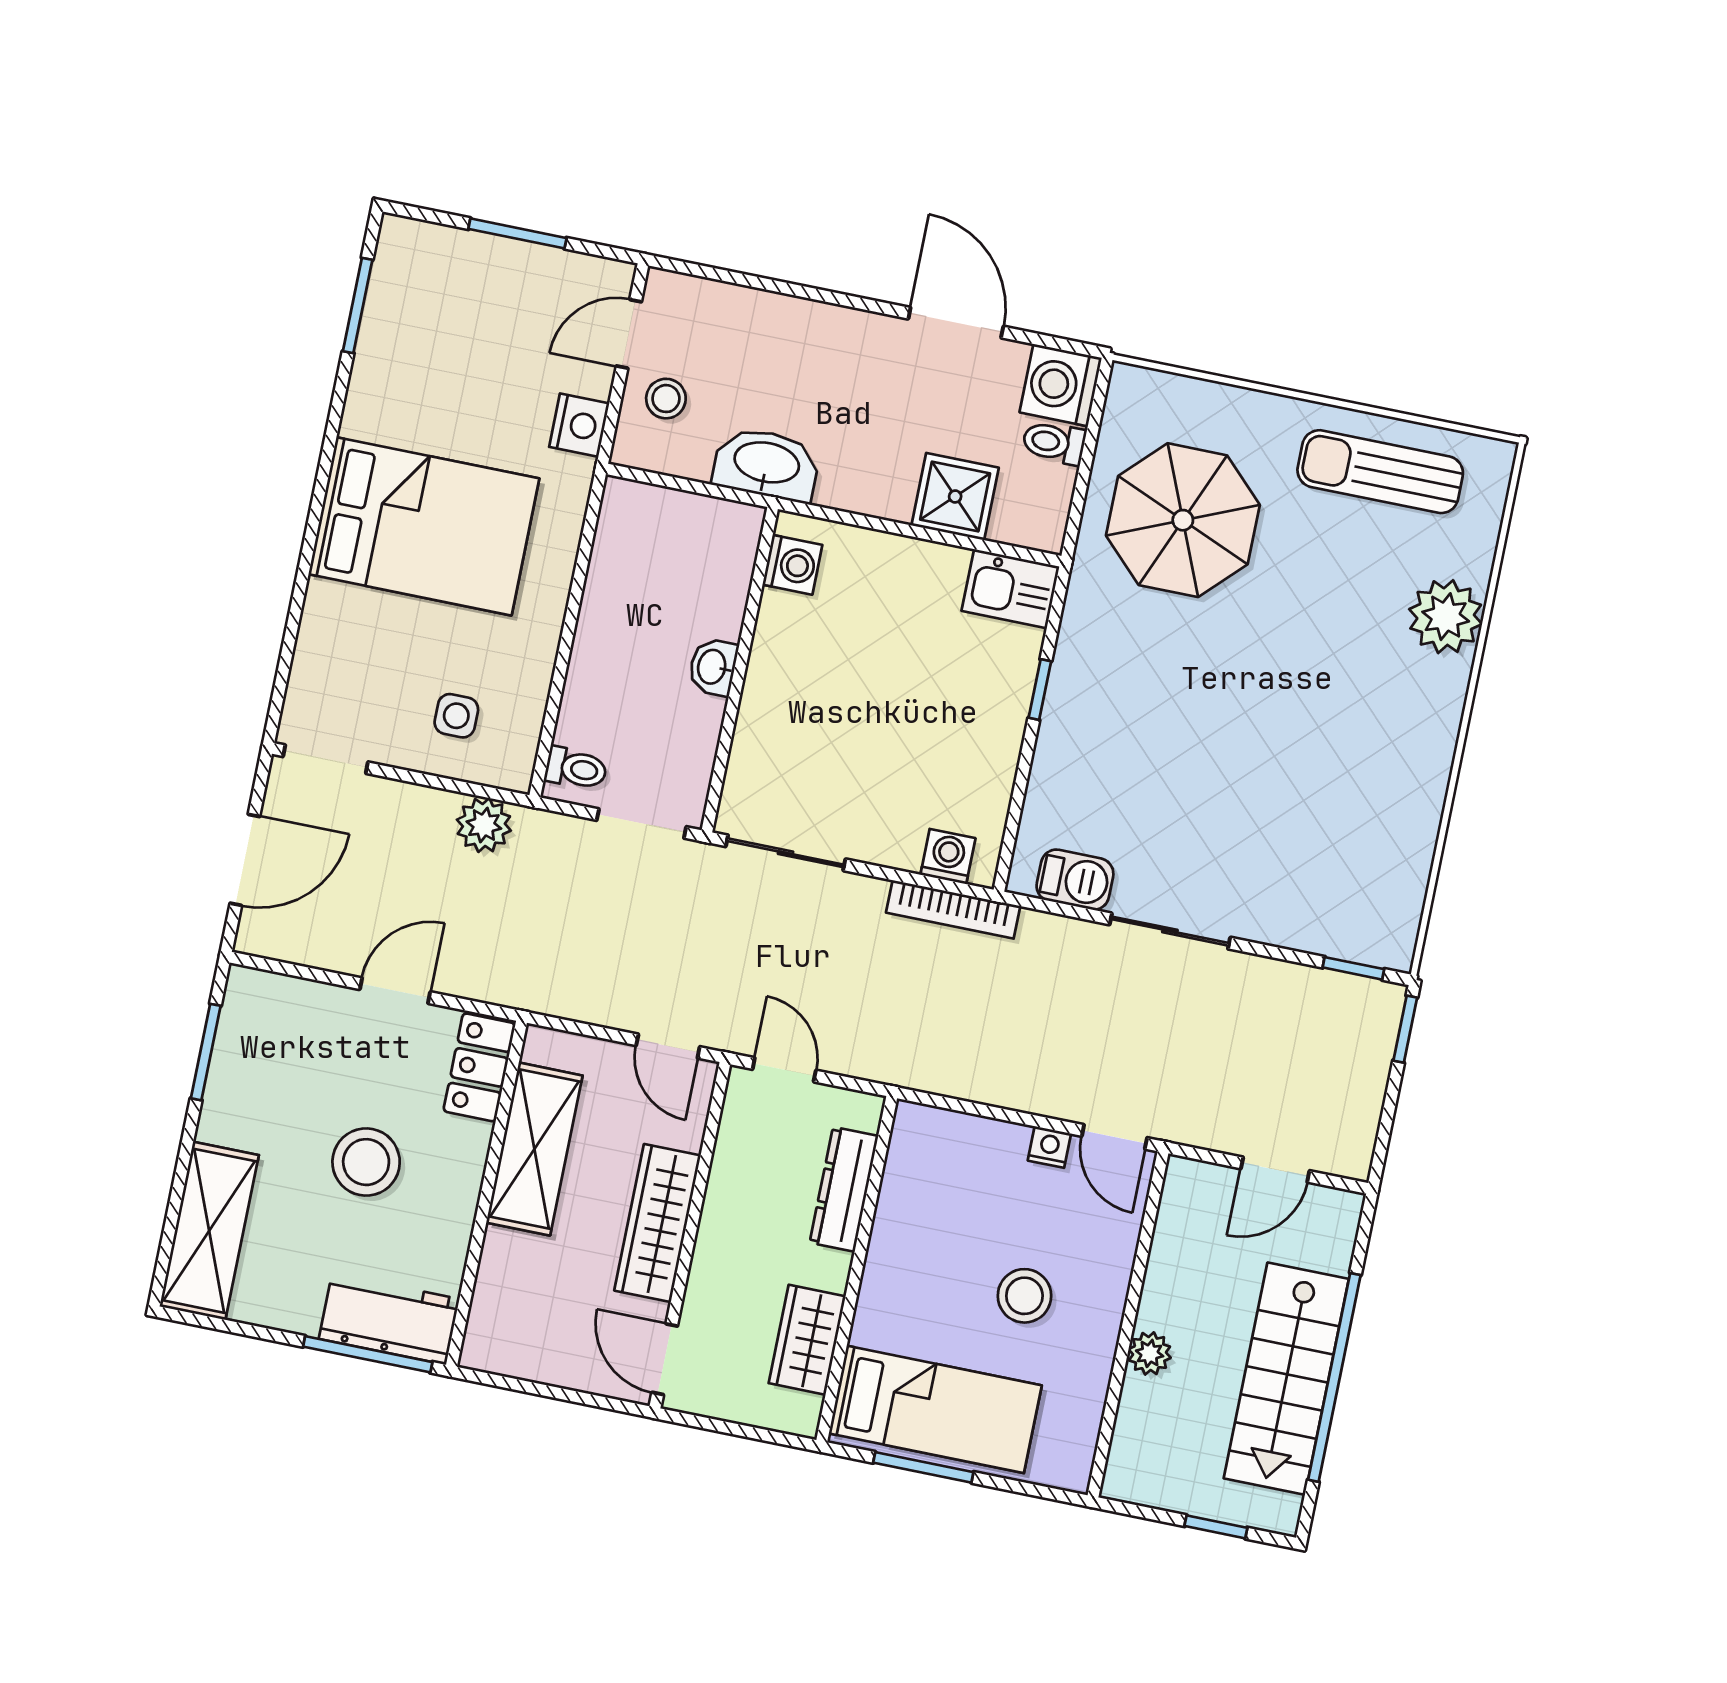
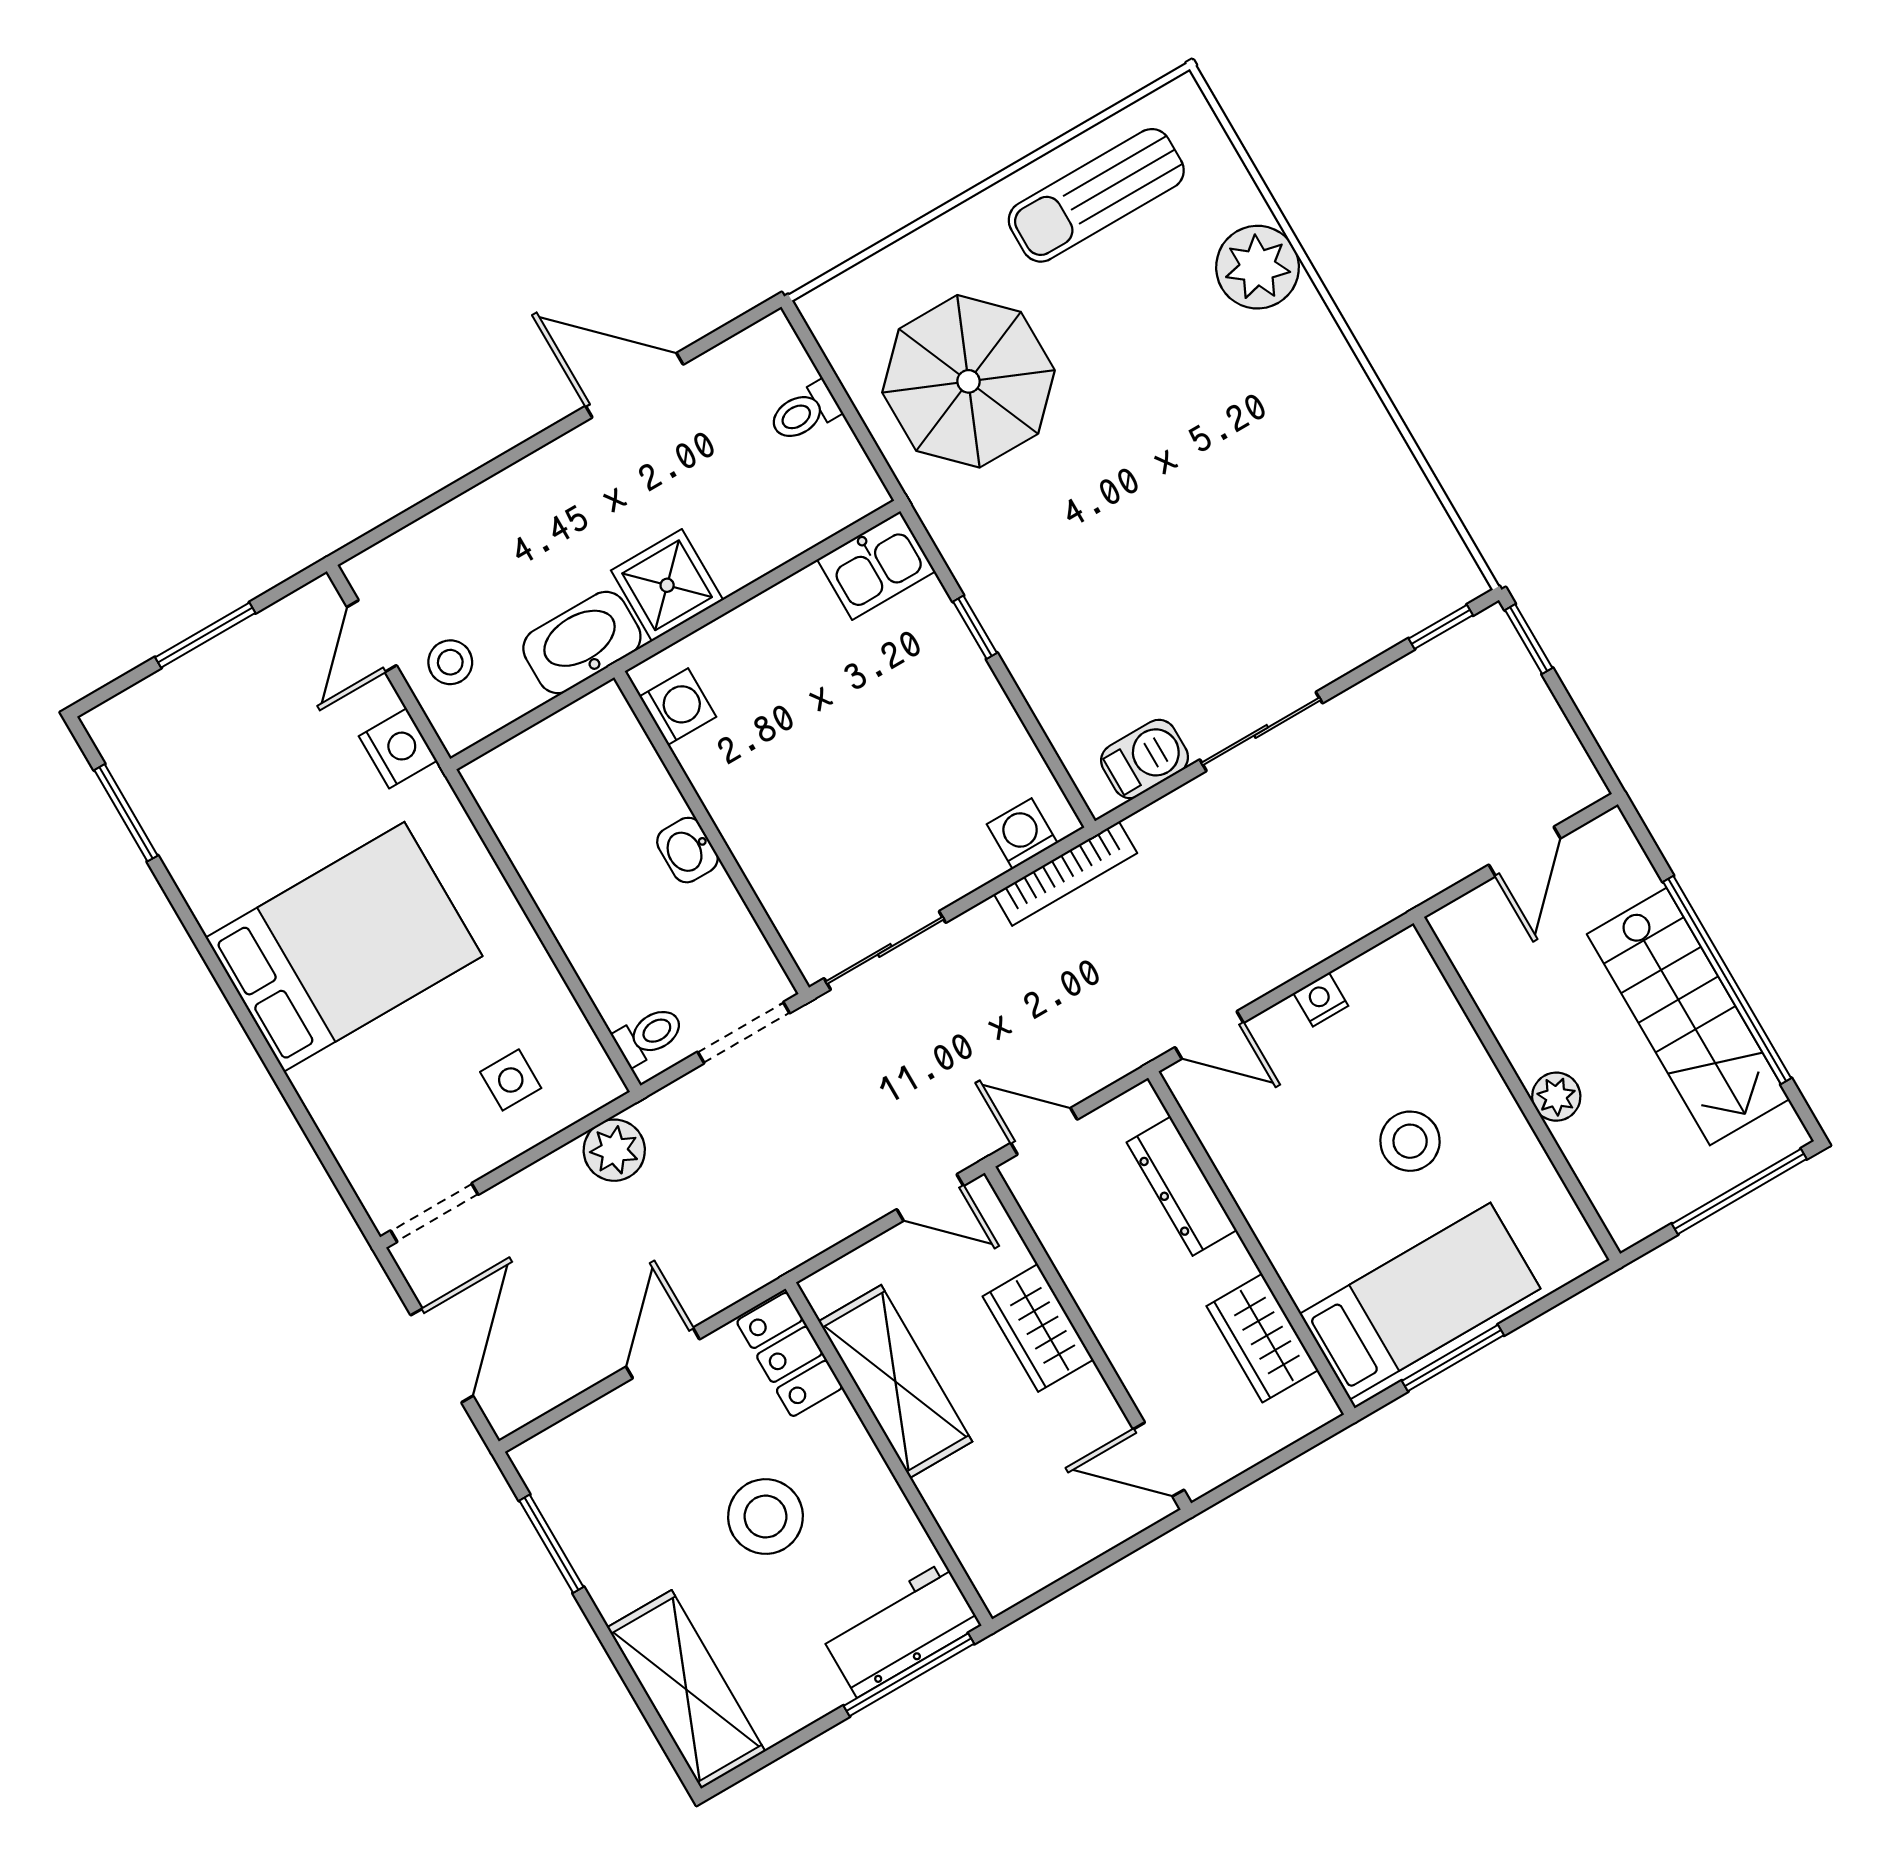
washing machine: (1061, 385) -> (767, 360), removed
shower: (955, 496) -> (667, 585), moved
door: (1114, 1137) -> (1209, 1035), moved
wardrobe: (657, 1223) -> (1038, 1328), width x0.67
window: (1216, 1527) -> (1739, 1191), width x2.17

